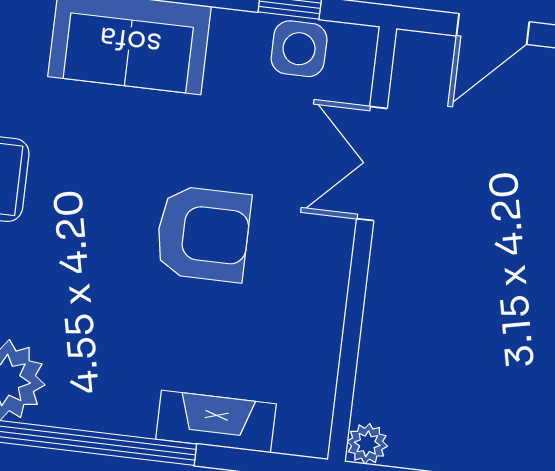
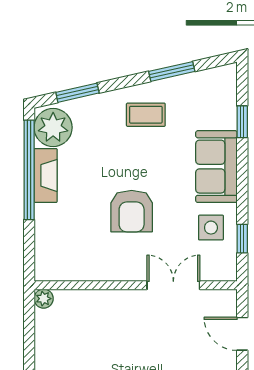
side table: (299, 49) -> (211, 228), moved
fireplace: (216, 421) -> (46, 175), moved

